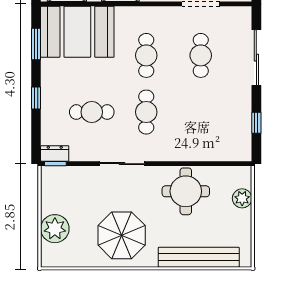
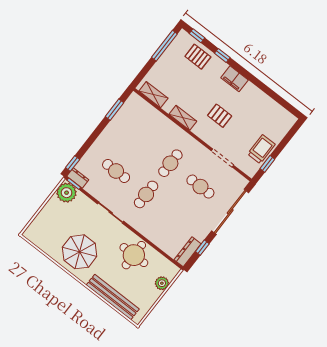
booth: (77, 32) -> (143, 121), removed
cafe table: (201, 55) -> (200, 187), turned 90
sliding door: (256, 58) -> (230, 212), width x1.36
window: (36, 98) -> (73, 163), moved
dresser: (243, 140) -> (188, 252), added
plant: (55, 229) -> (67, 193), moved

